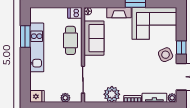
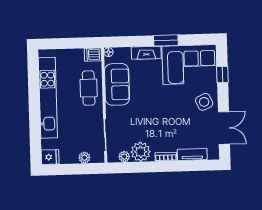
window: (25, 37) -> (34, 85), removed
kitchen unit: (37, 47) -> (48, 98), width x1.36
window: (181, 48) -> (222, 75), moved
plant: (172, 98) -> (124, 157), moved

